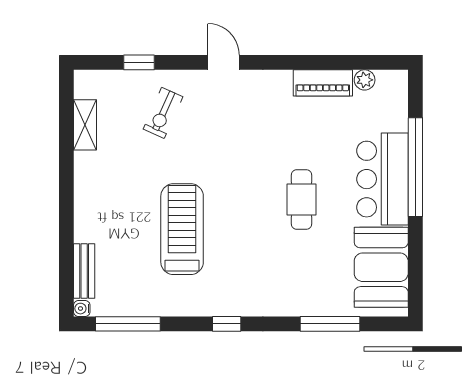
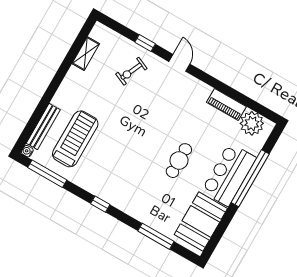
window: (139, 62) -> (145, 43), moved
plant: (365, 80) -> (252, 123), width x1.88, depth x1.88
treadmill: (182, 229) -> (75, 139), moved
bench: (84, 271) -> (43, 127), width x1.36

